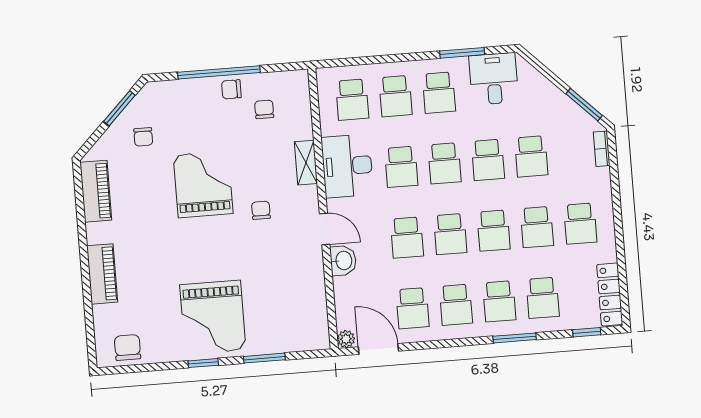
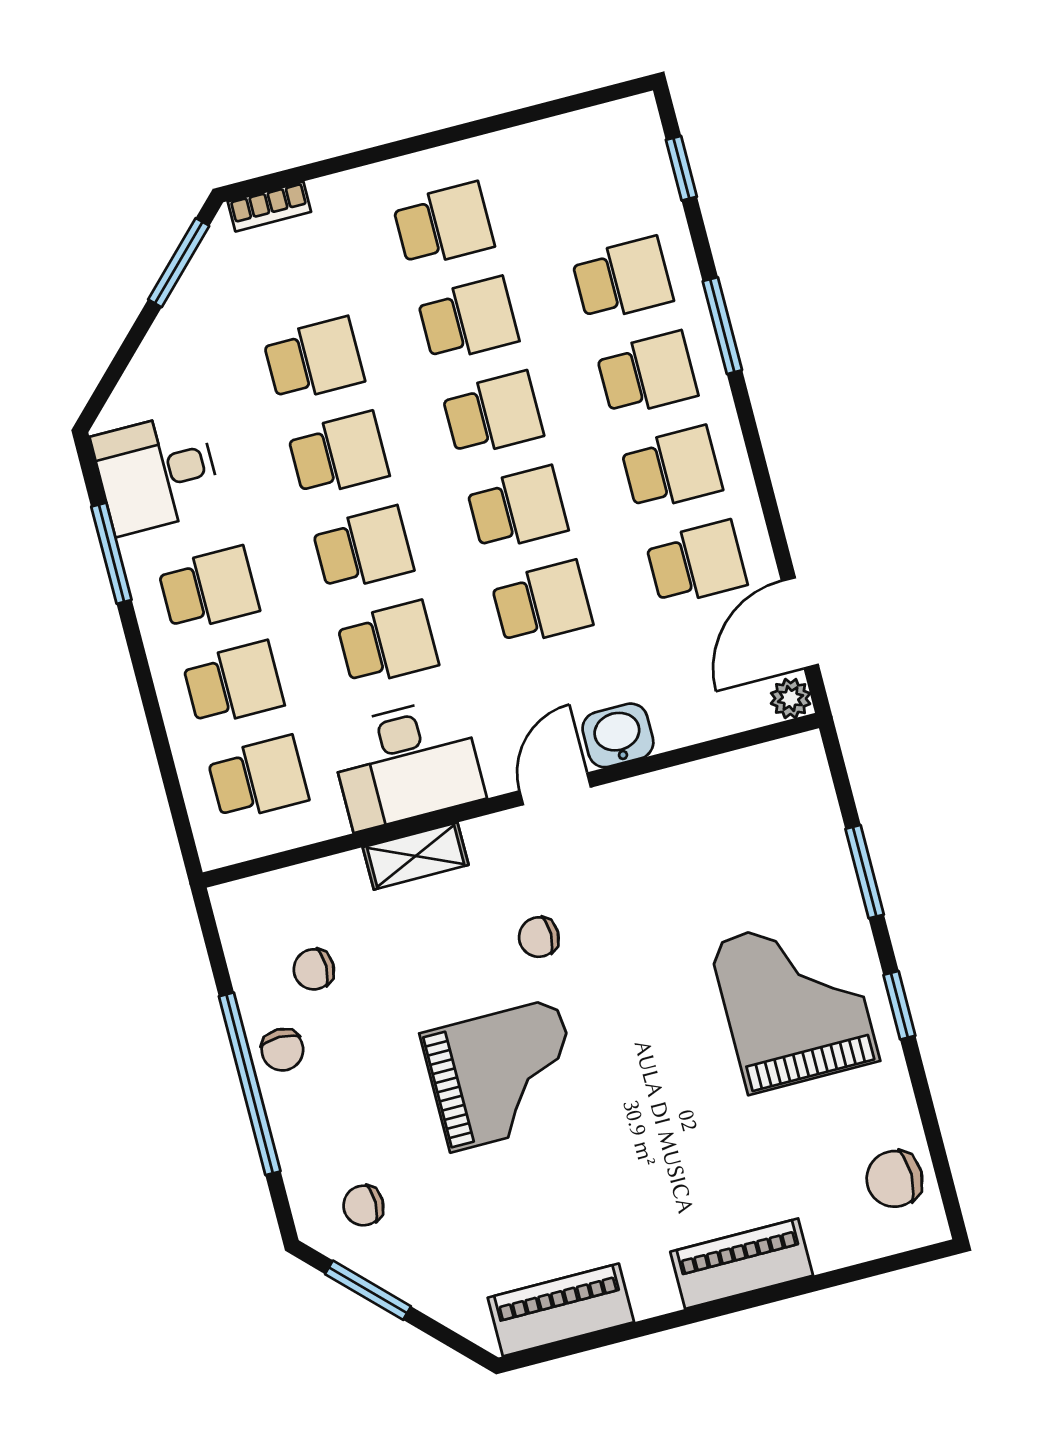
chair: (143, 137) -> (363, 1206), moved, turned 180
grand piano: (203, 184) -> (504, 1075), turned 180
locker: (610, 294) -> (589, 132), removed
grand piano: (213, 317) -> (794, 1002), turned -90

